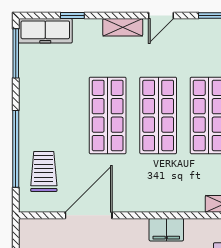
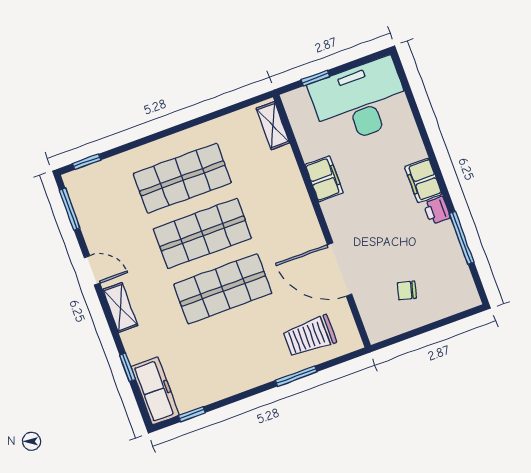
window: (16, 53) -> (192, 414), width x0.46
window: (16, 149) -> (296, 376), width x0.47

